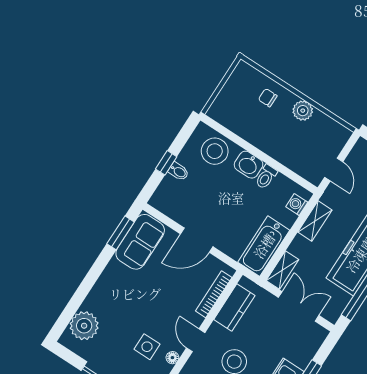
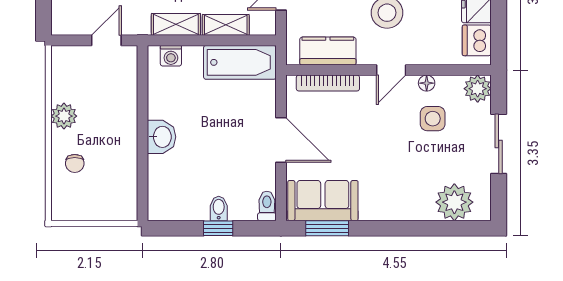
stool: (215, 151) -> (171, 184), removed
toilet: (266, 177) -> (267, 206), moved, turned -90
shelving: (282, 270) -> (226, 25), moved

